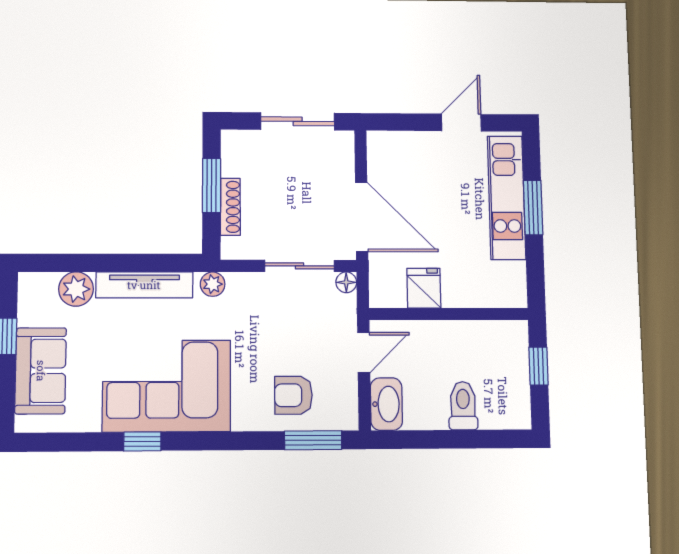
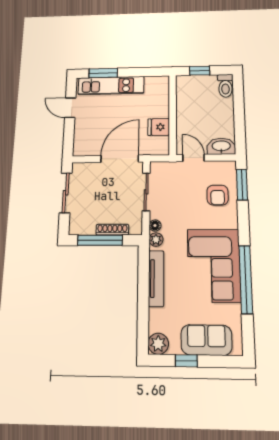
window: (211, 185) -> (100, 240), width x1.44
window: (533, 208) -> (103, 73), moved
floor lamp: (346, 282) -> (155, 226), moved
plant: (76, 289) -> (158, 344), moved
toilet: (463, 406) -> (225, 86), moved, turned -90
window: (142, 441) -> (246, 279), width x3.17

